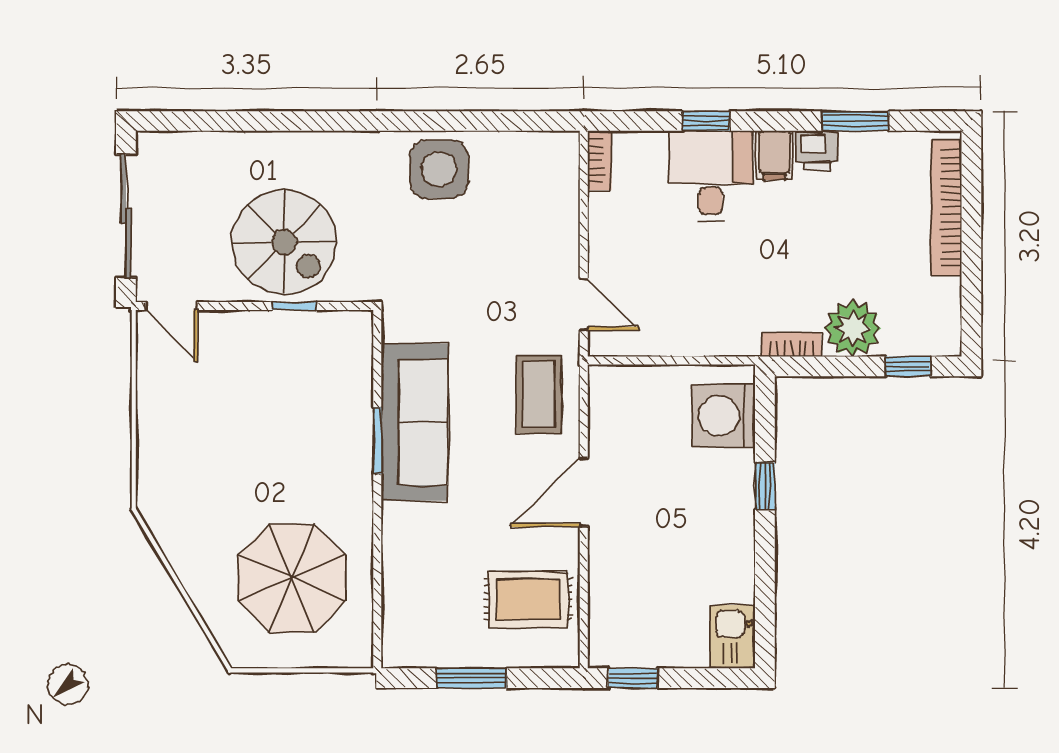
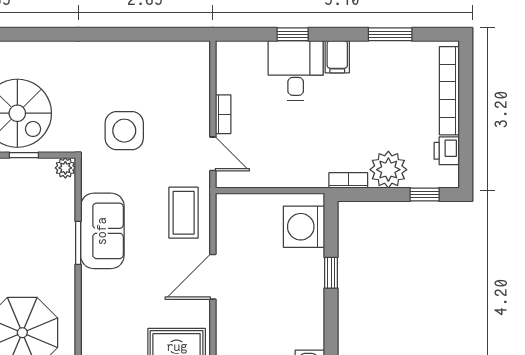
printer: (817, 150) -> (447, 151), moved, turned 90
bookcase: (599, 160) -> (223, 114), moved
side table: (439, 169) -> (124, 131), moved
plant: (358, 326) -> (65, 168), added
sofa: (415, 422) -> (102, 231), width x0.73

